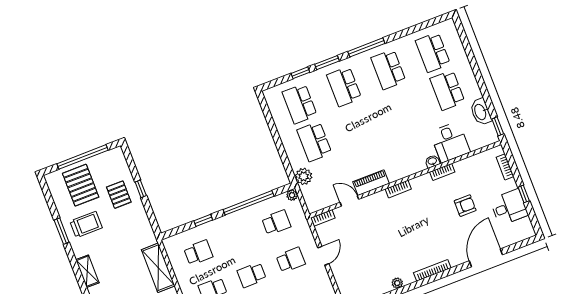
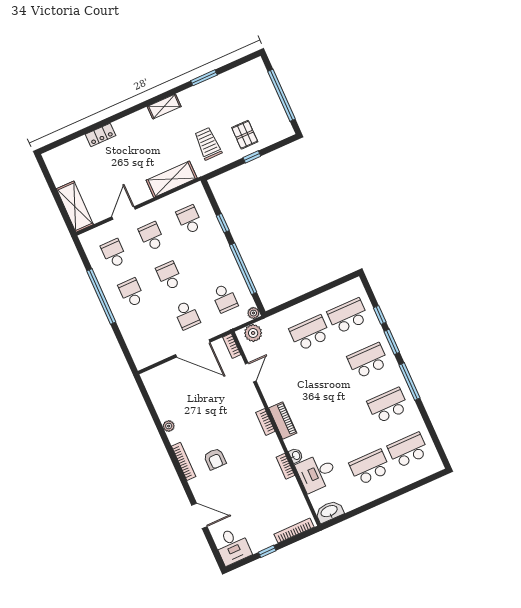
washbasin: (481, 112) -> (329, 512), moved
window: (498, 126) -> (335, 521), removed
bookcase: (505, 167) -> (294, 531), width x1.56
plant: (304, 176) -> (253, 333), moved
piano: (371, 183) -> (283, 420), moved
pallet: (81, 185) -> (252, 95), removed
pallet: (119, 195) -> (245, 135), turned 90
armchair: (465, 206) -> (215, 459), moved
desk: (509, 207) -> (232, 546), moved
trolley: (86, 224) -> (208, 144), moved, turned 180
school desk: (198, 253) -> (189, 220), turned 180
door: (323, 256) -> (193, 348), width x1.87
door: (486, 258) -> (199, 516), width x0.73

